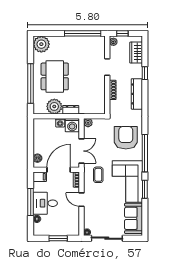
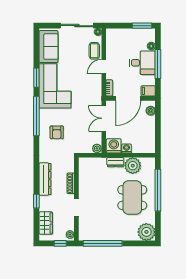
armchair: (126, 138) -> (57, 132), width x0.53, depth x0.53
coffee table: (98, 175) -> (94, 51), moved
door: (82, 200) -> (104, 67), swing flipped
window: (58, 238) -> (142, 26), moved

